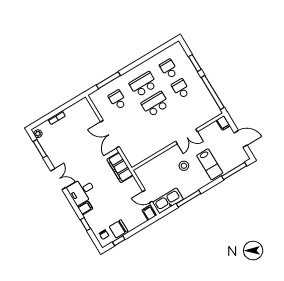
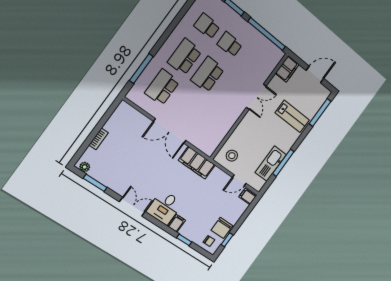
school desk: (118, 100) -> (162, 87), width x1.85
filing cabinet: (223, 123) -> (287, 69), width x2.00
stool: (184, 166) -> (232, 156), moved
kitchen sink: (168, 201) -> (271, 164), moved

